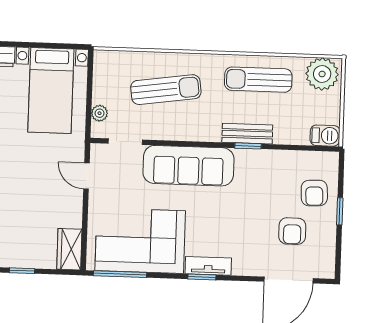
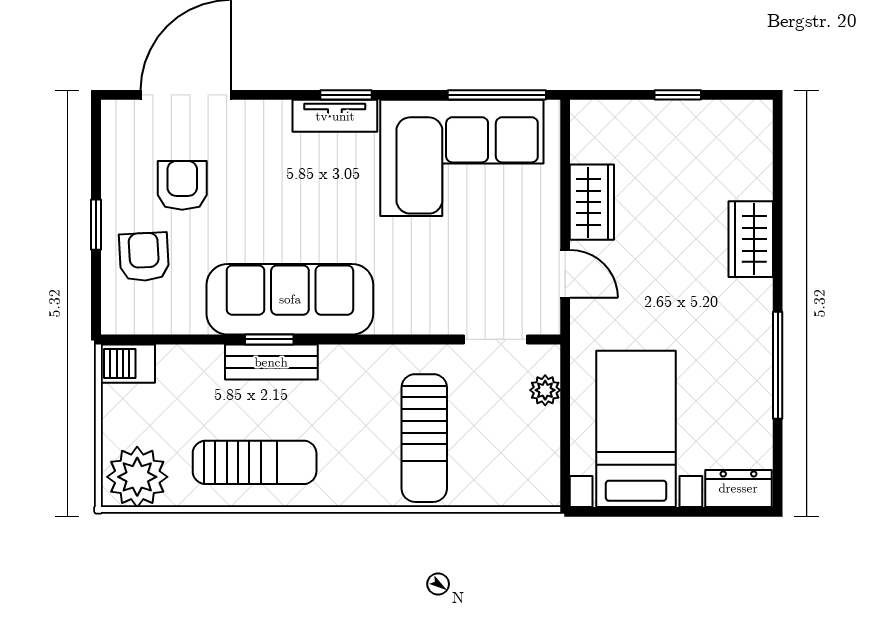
sun lounger: (166, 90) -> (424, 438), turned -82
sofa: (188, 166) -> (290, 299), moved
wardrobe: (69, 249) -> (592, 202), moved

